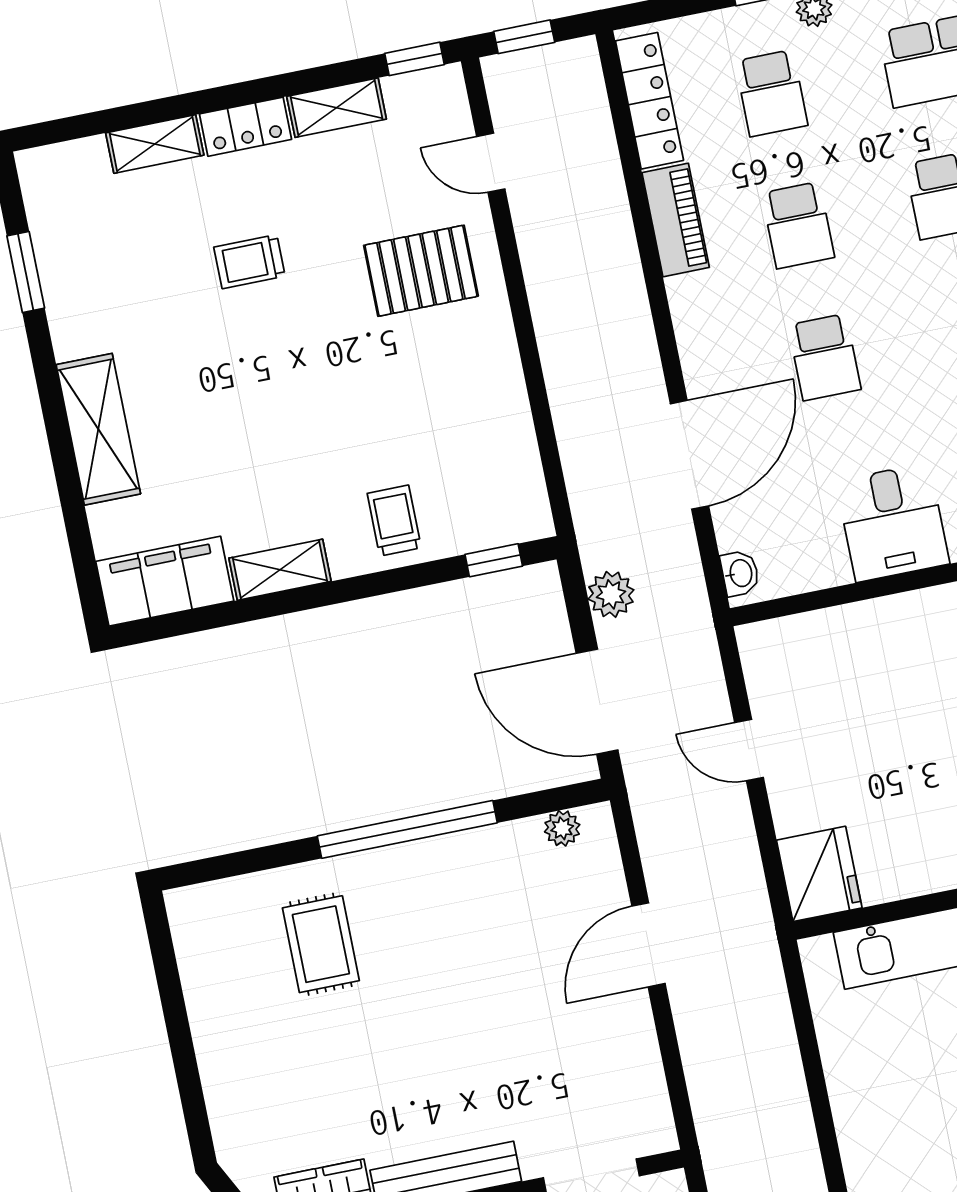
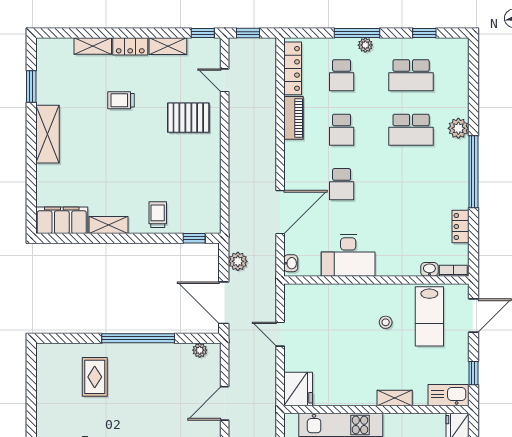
shelving: (98, 429) -> (48, 134), moved
desk: (893, 522) -> (348, 255), width x1.37

